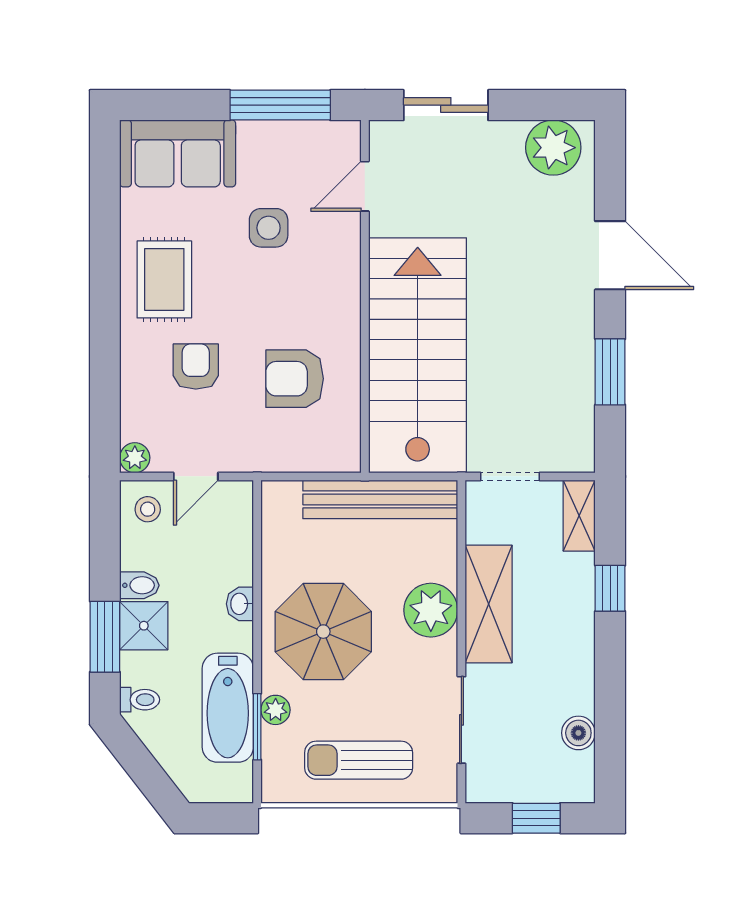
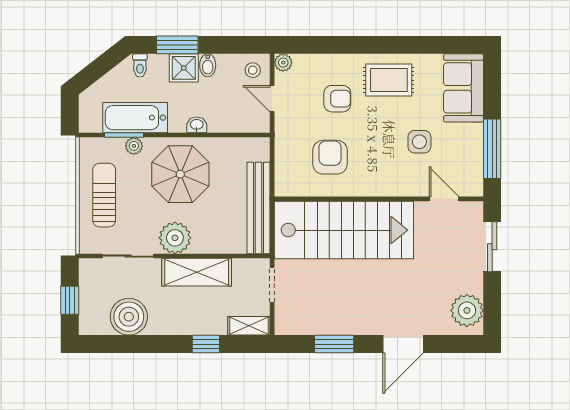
plant: (431, 610) -> (175, 238), moved
boiler: (578, 733) -> (129, 317), width x1.86, depth x1.86

